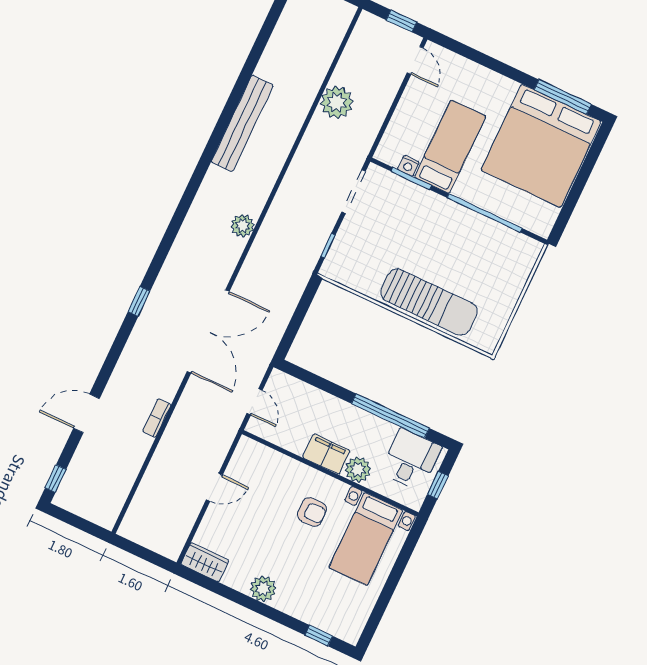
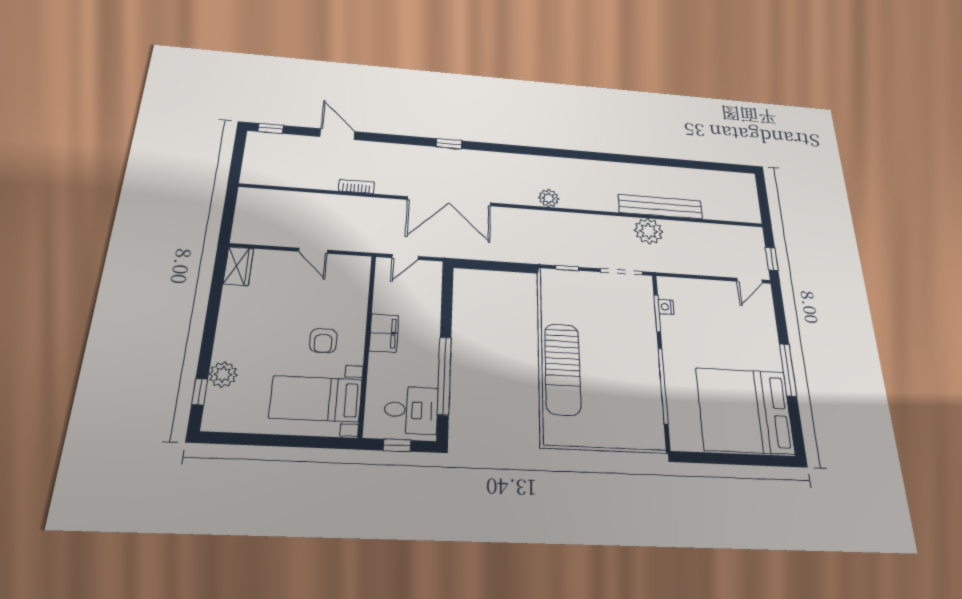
window: (563, 97) -> (788, 370), moved
plant: (337, 102) -> (648, 231), moved
bench: (242, 123) -> (660, 207), moved
bed: (450, 147) -> (700, 335), removed
plant: (358, 469) -> (381, 366), removed
plant: (263, 589) -> (223, 374), moved

